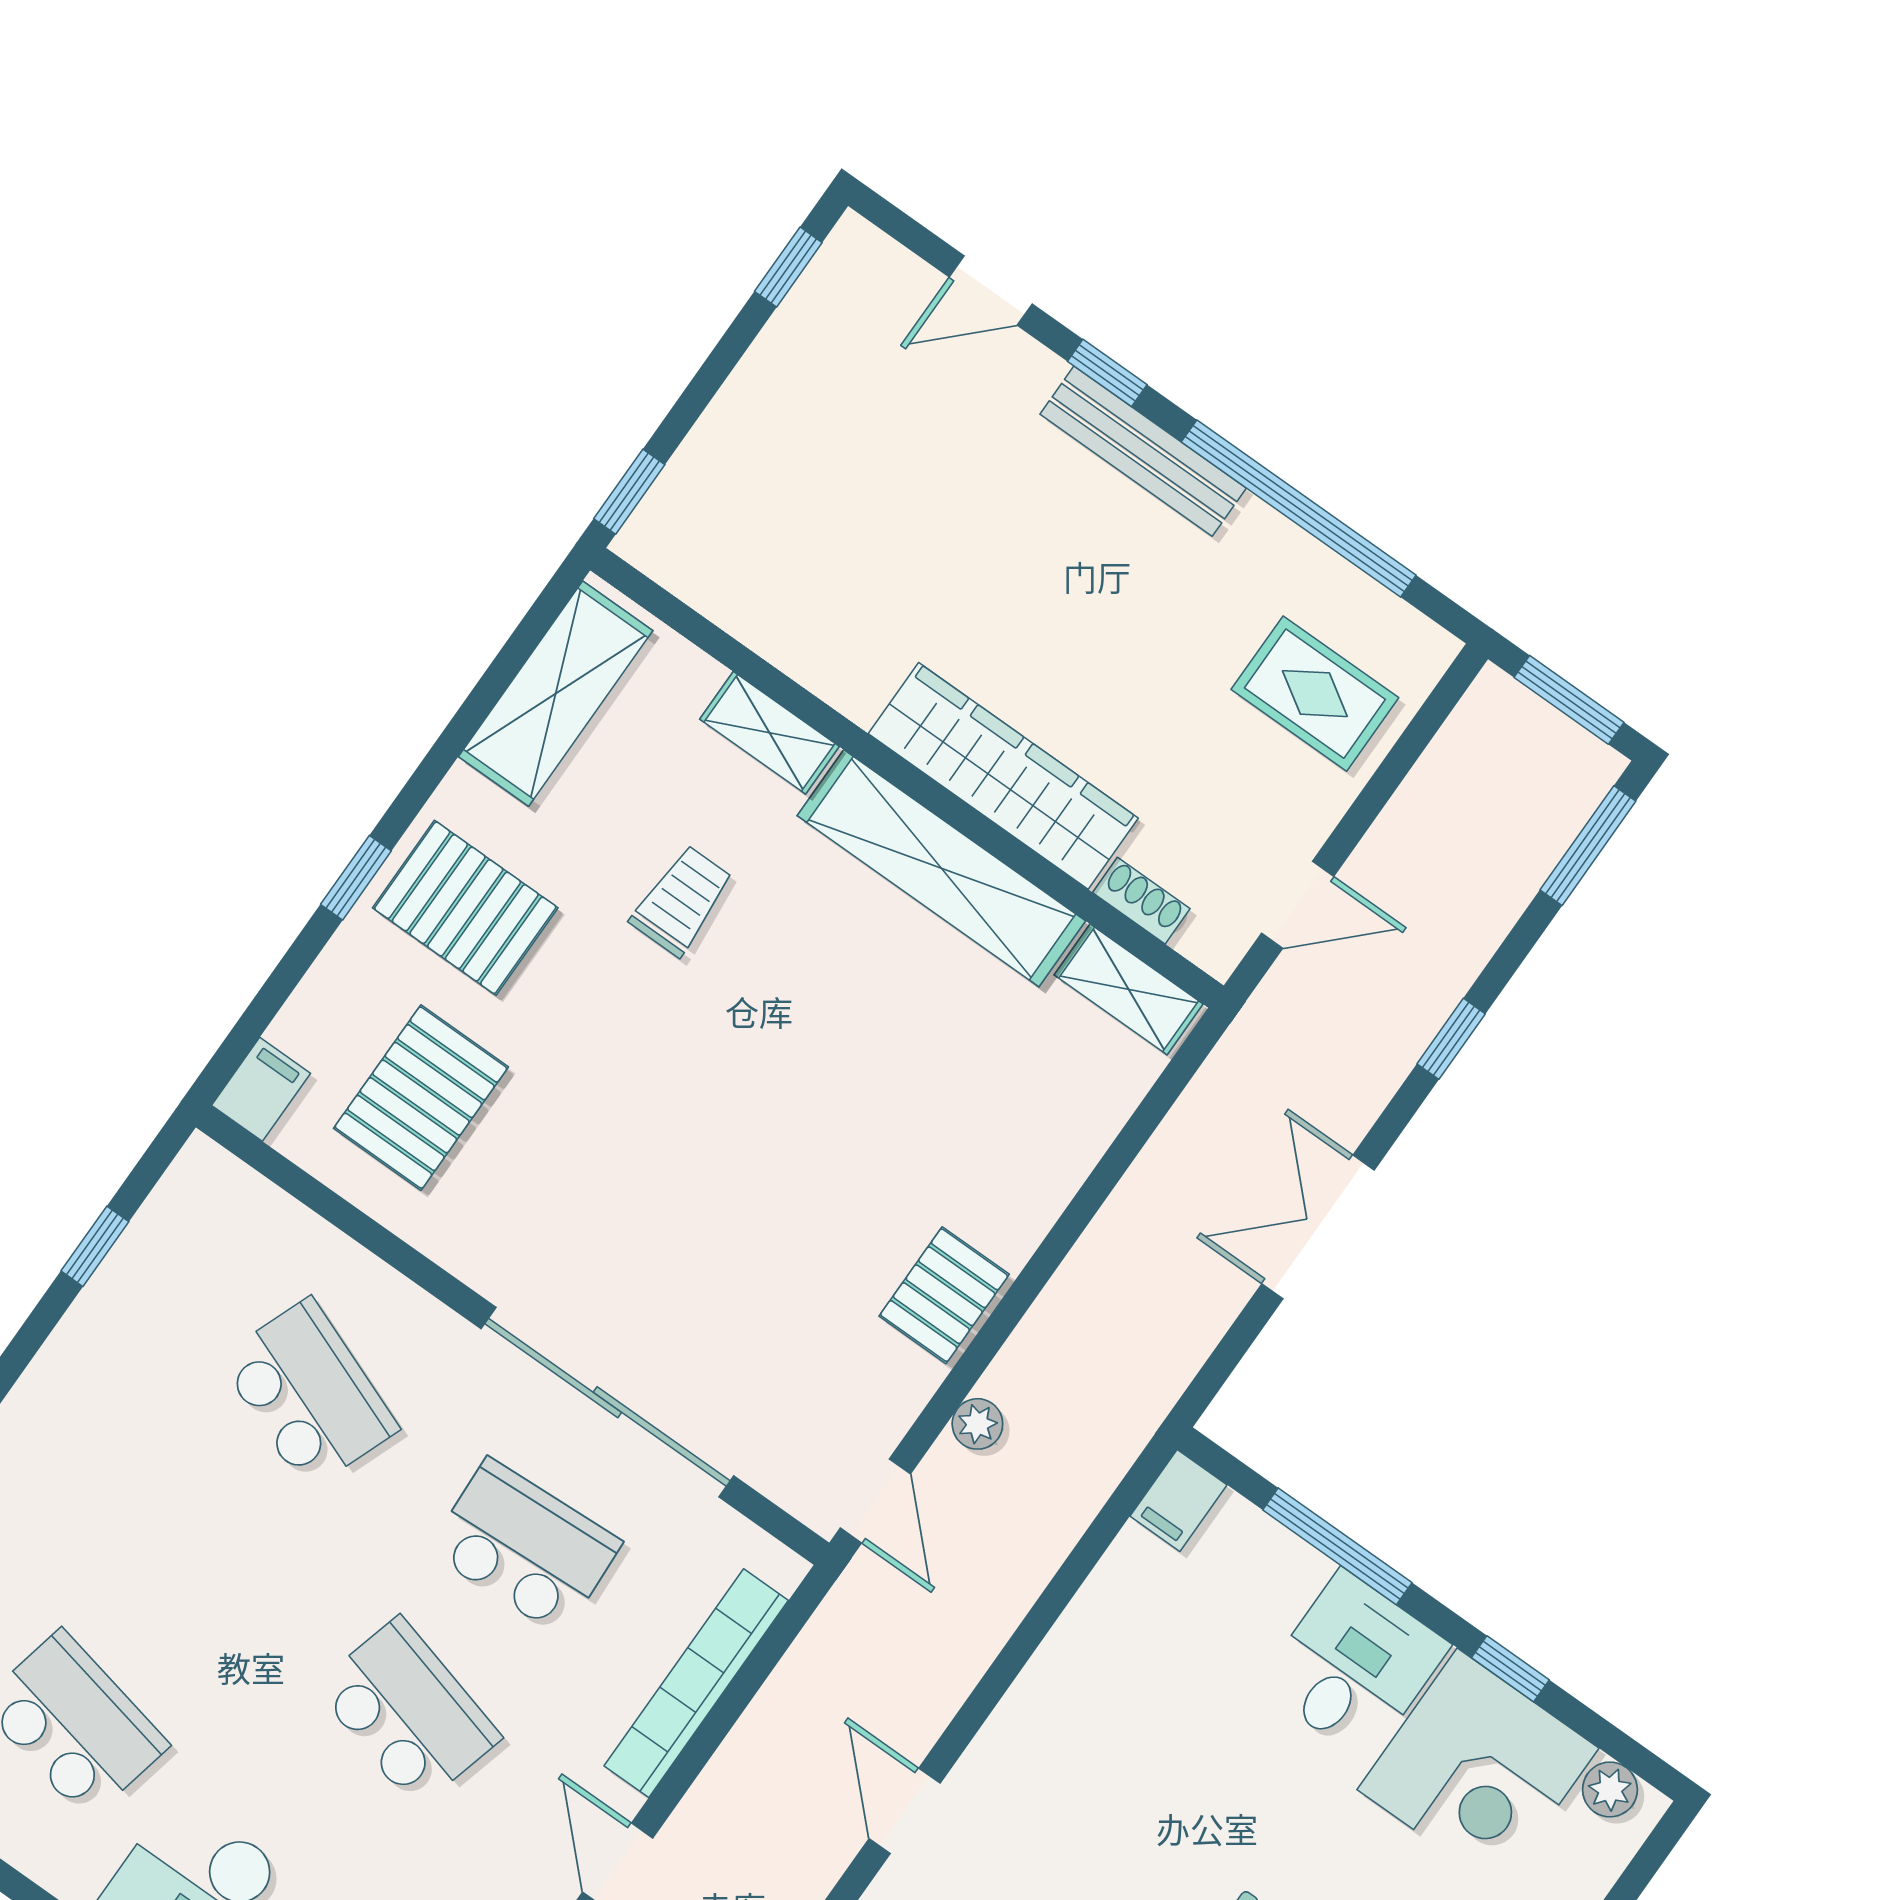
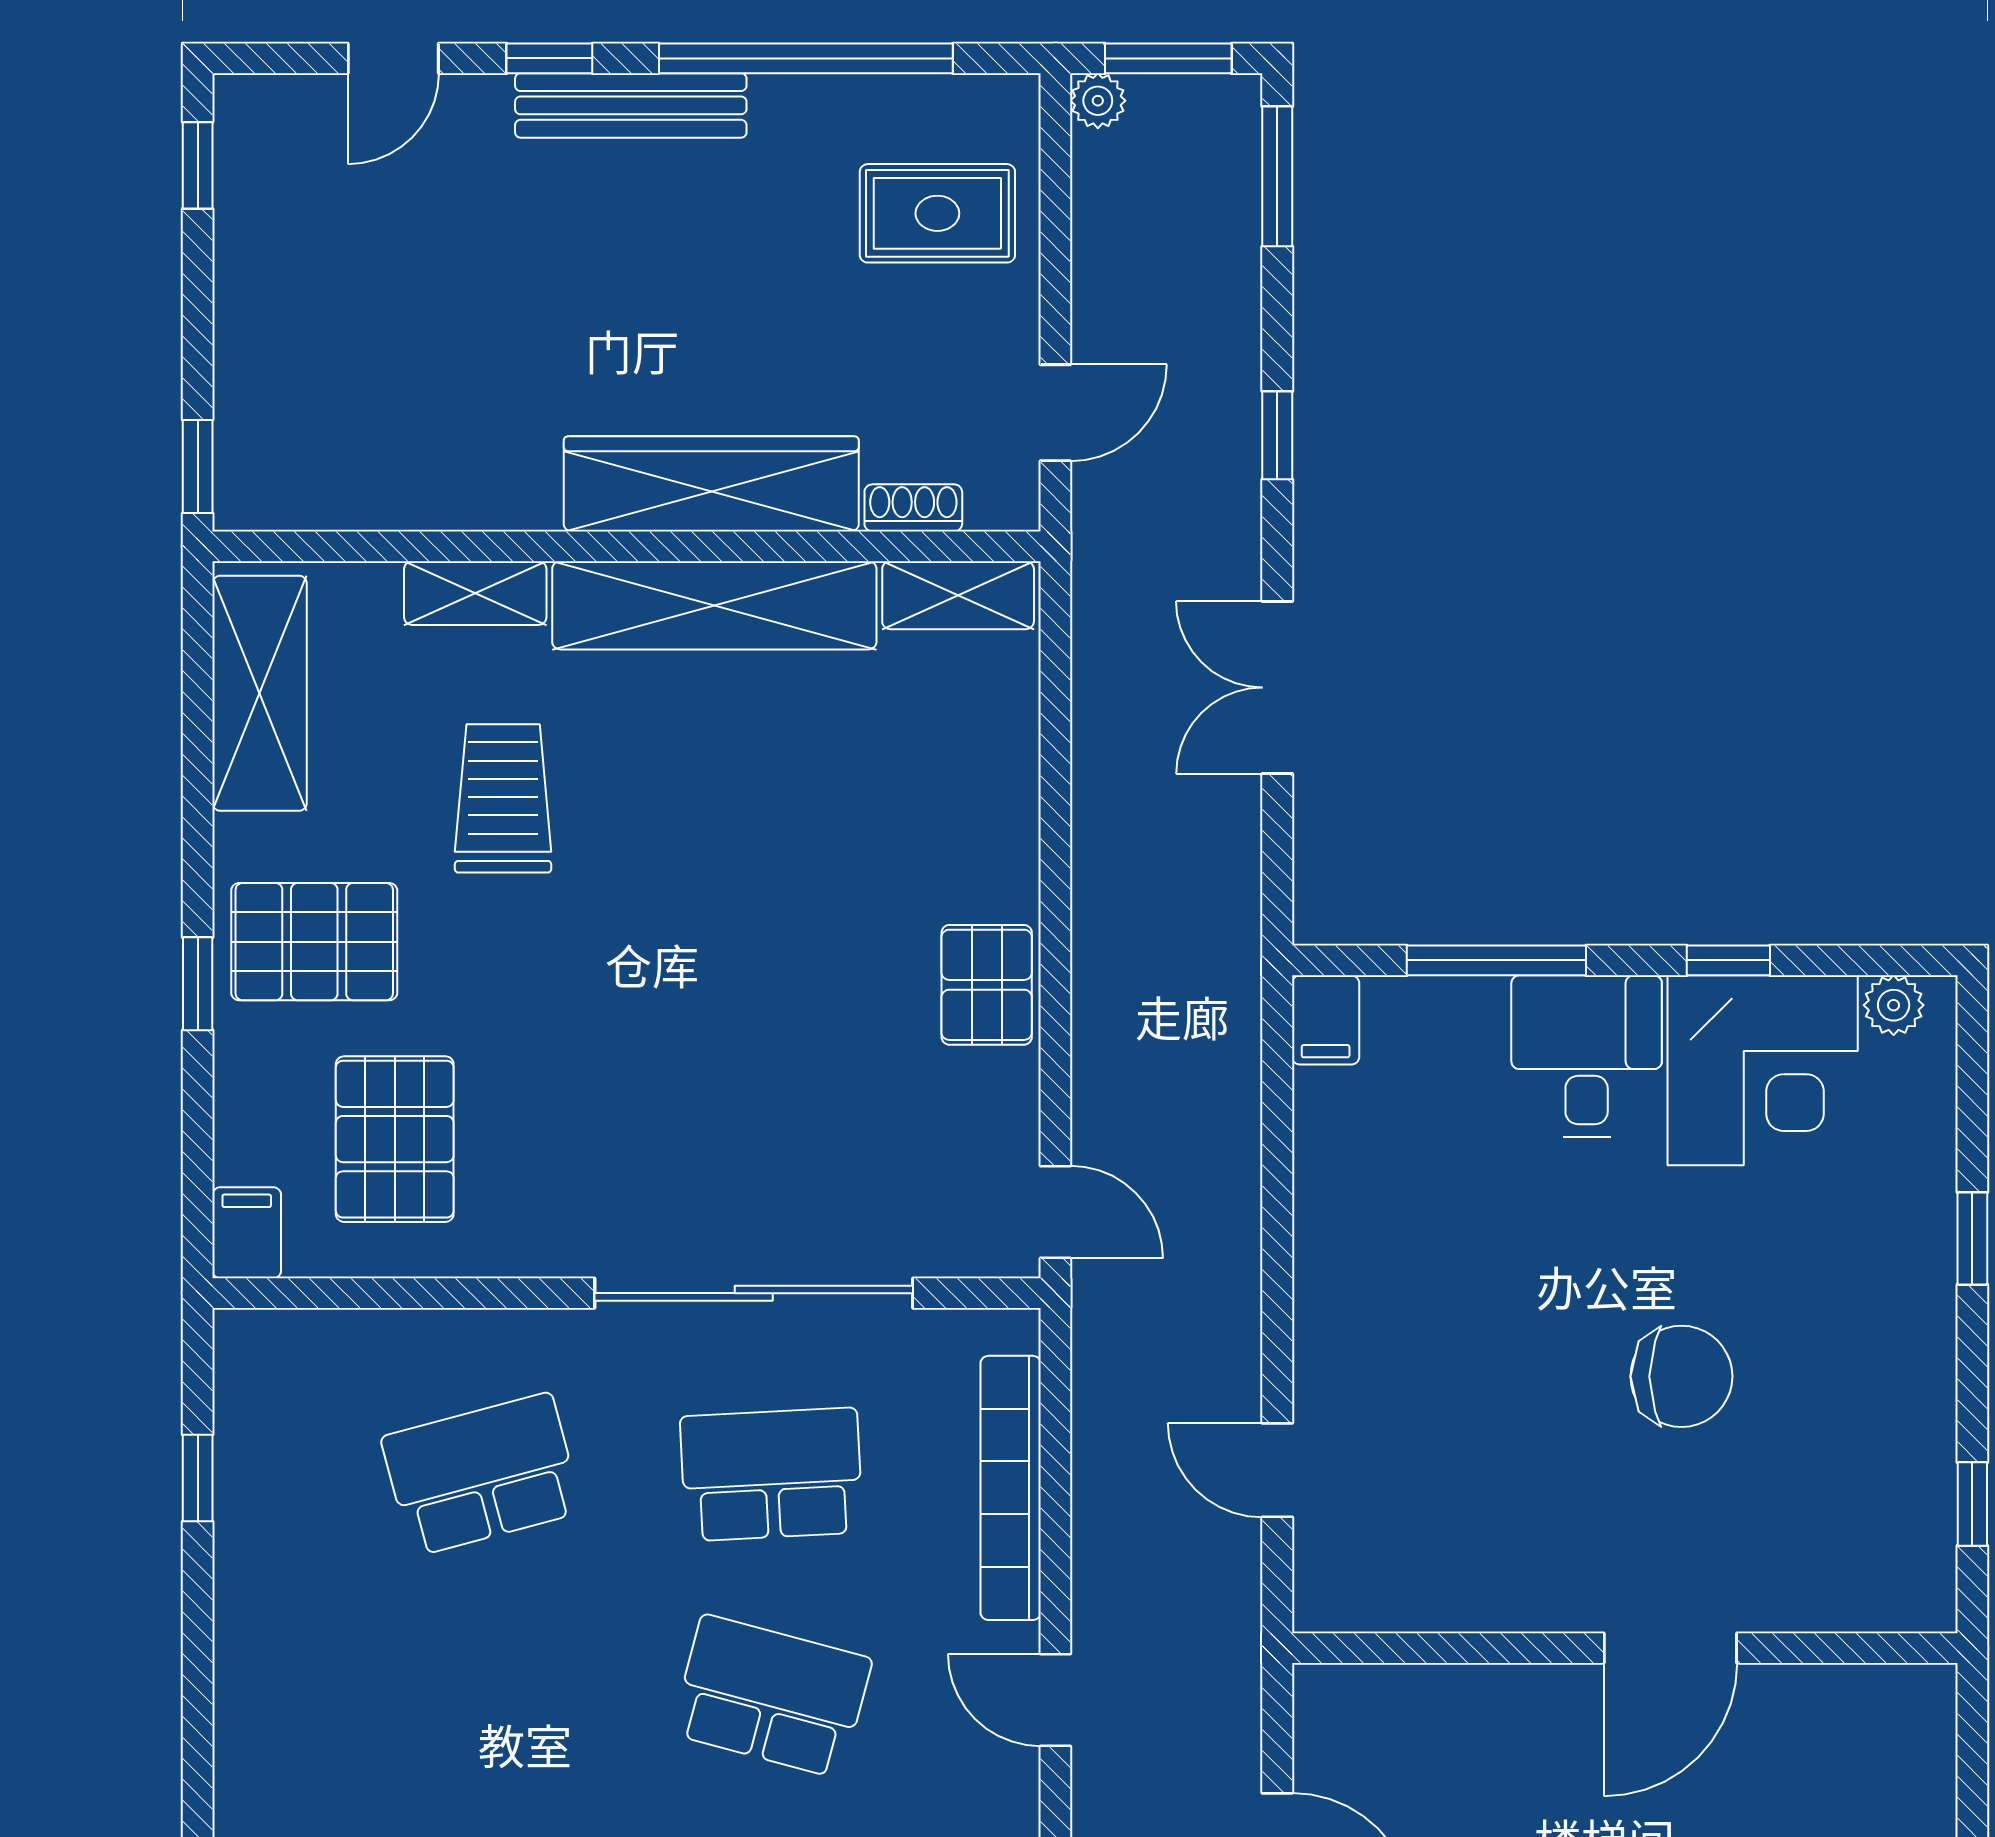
trolley: (682, 901) -> (503, 798), width x1.36, depth x1.39
school desk: (309, 1394) -> (482, 1474), turned -36
plant: (977, 1424) -> (1098, 101), moved

